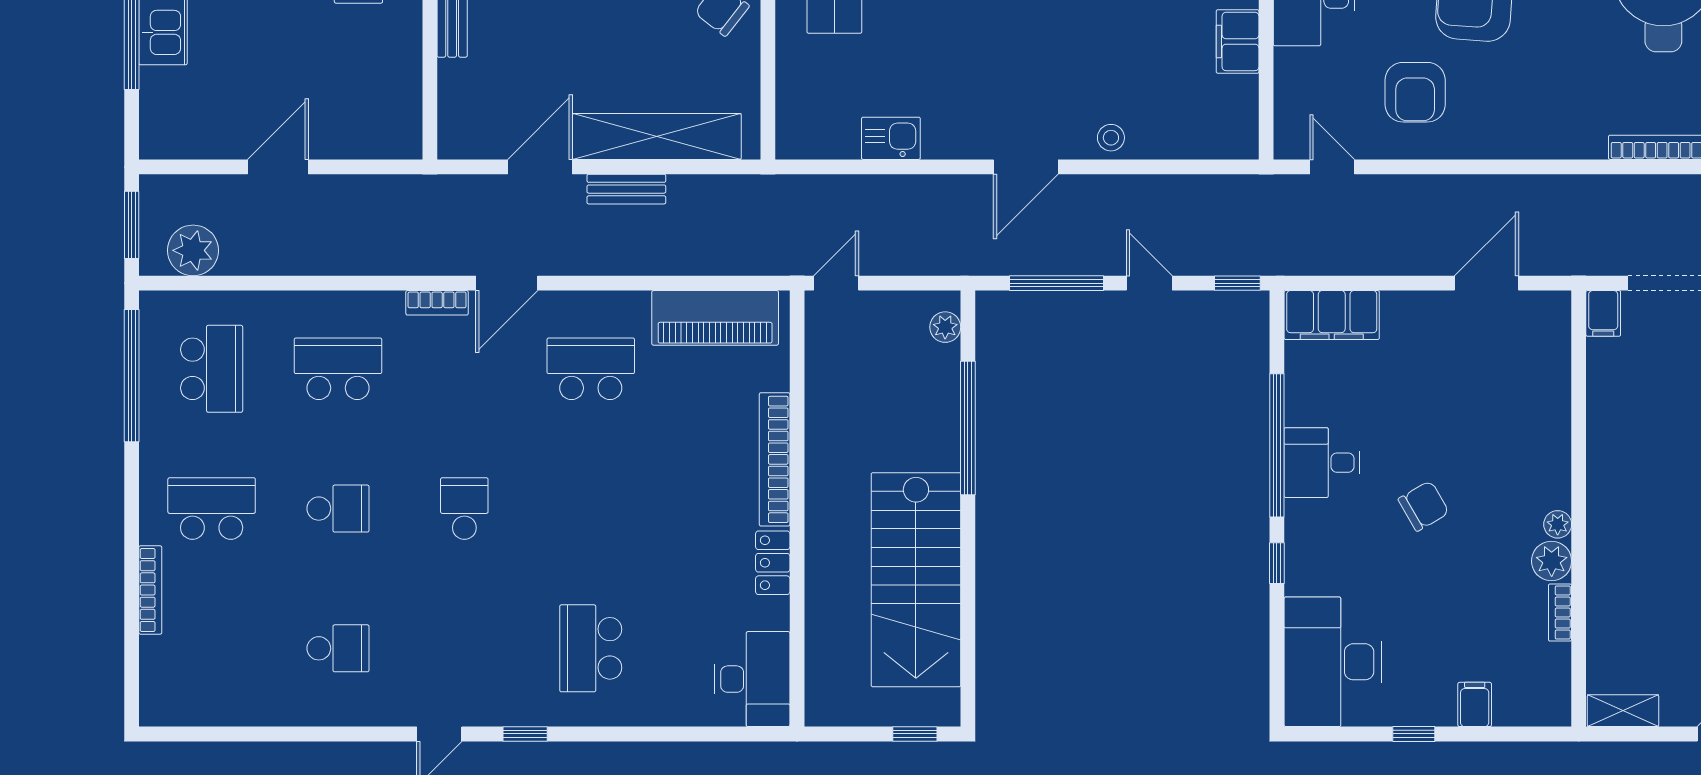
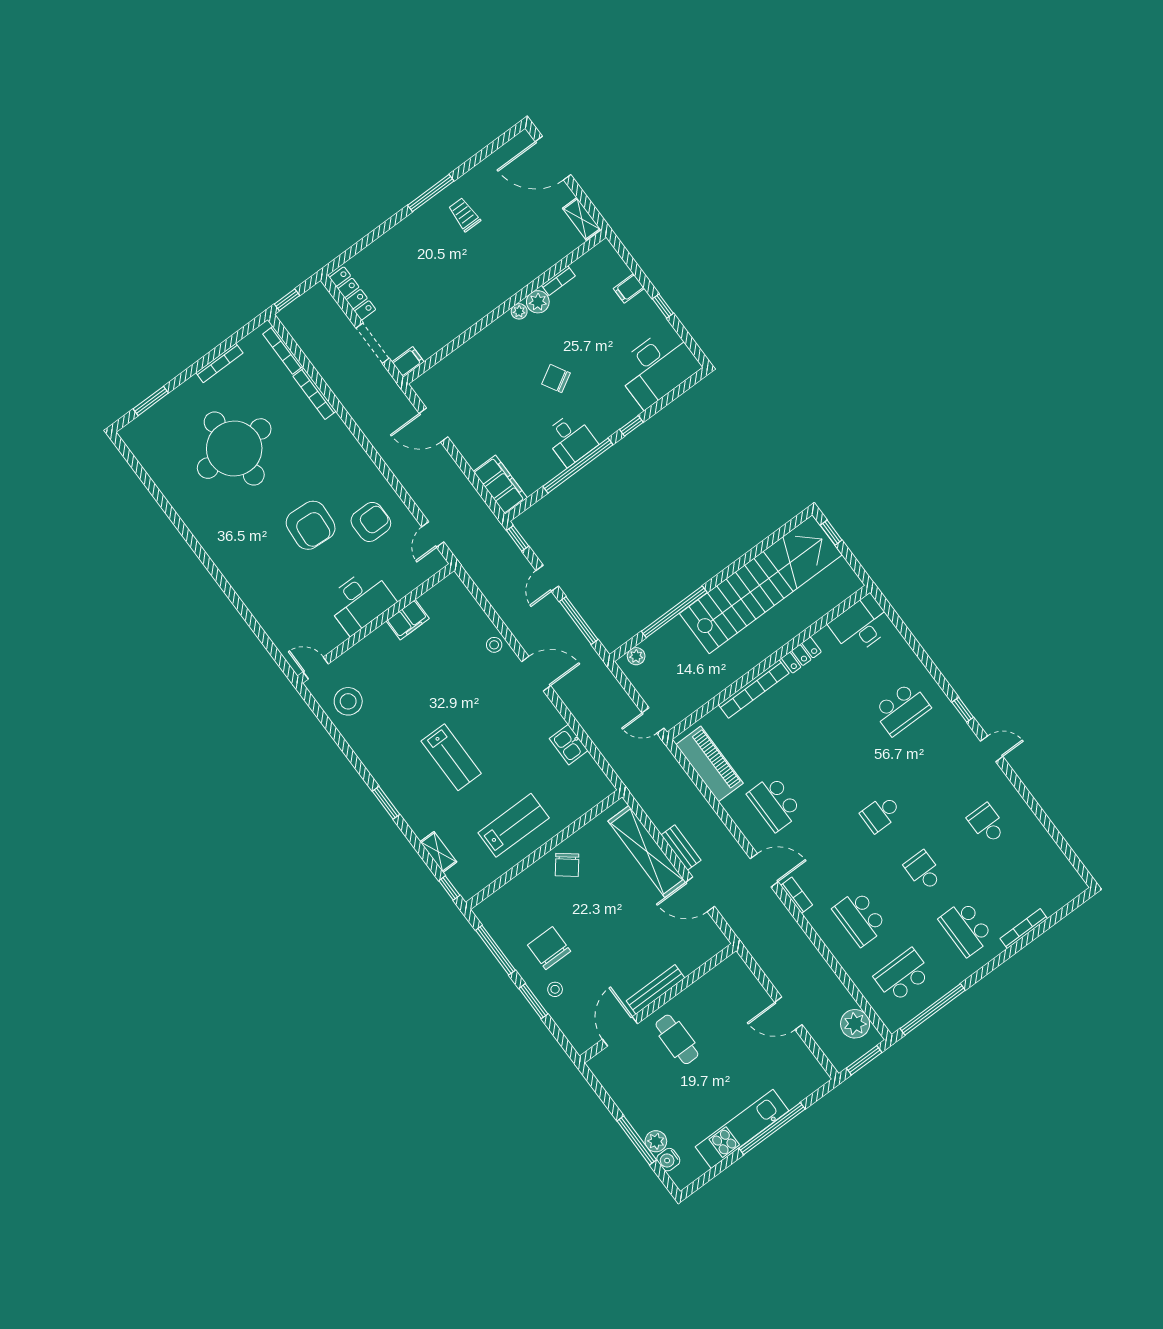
stairs: (916, 580) -> (761, 584), width x1.36

